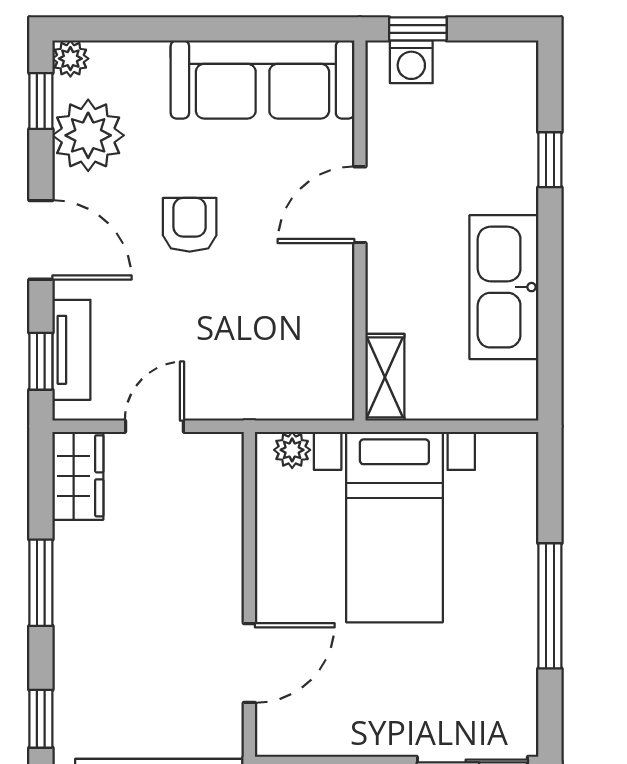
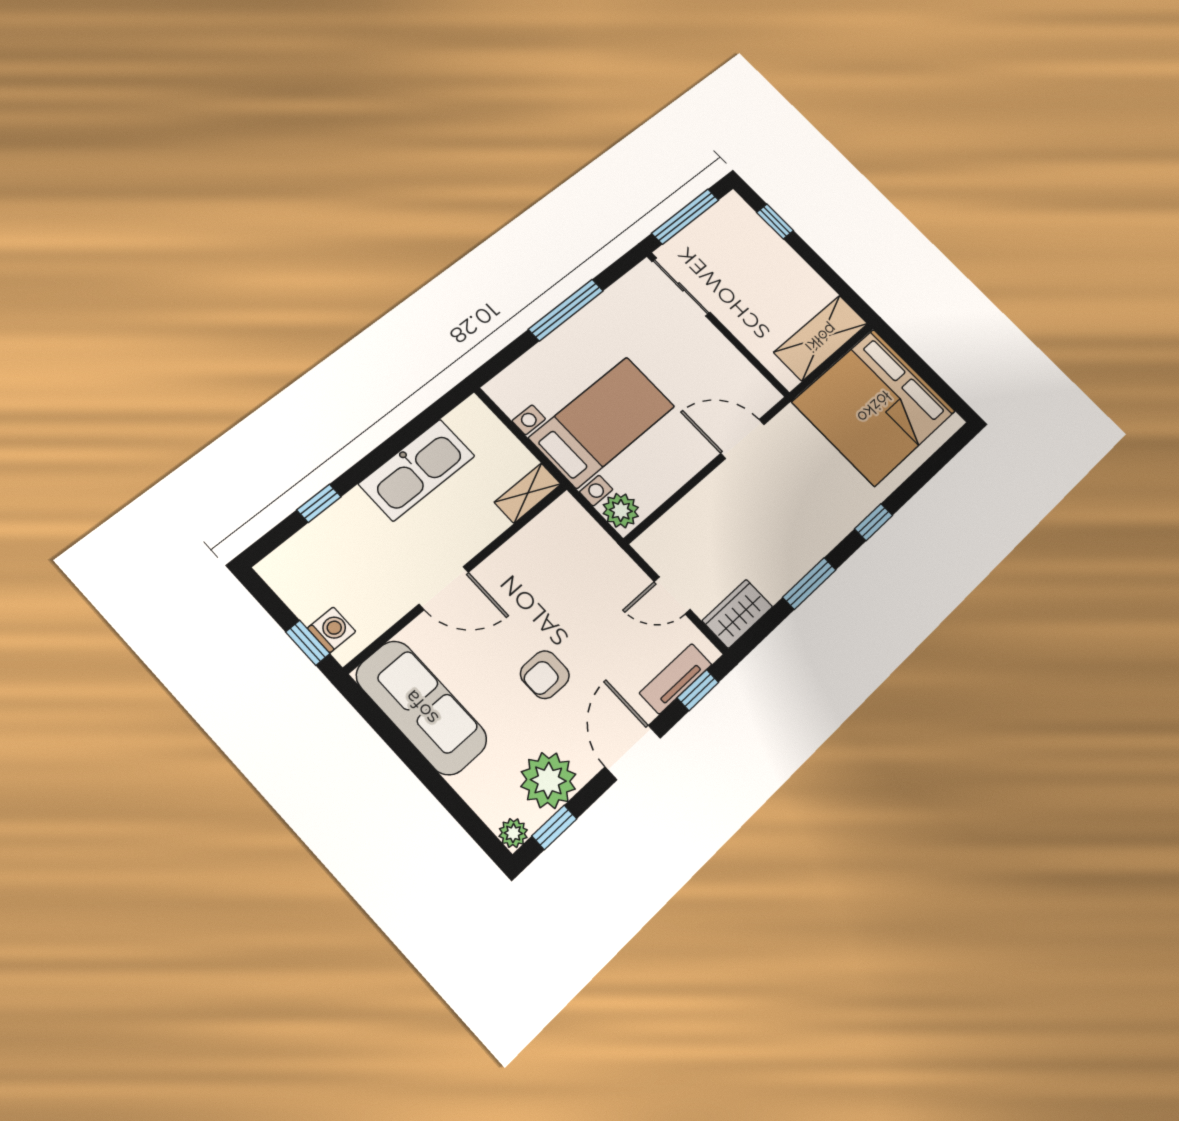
plant: (292, 450) -> (621, 511), width x1.38, depth x1.38

